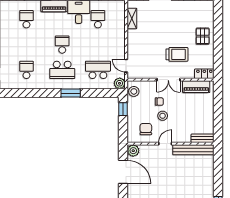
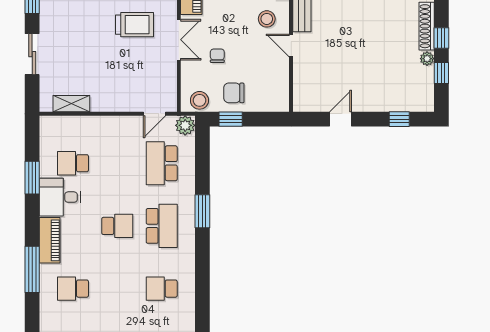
school desk: (62, 45) -> (117, 226), turned 180
trolley: (177, 54) -> (135, 25), turned 90
stool: (163, 116) -> (267, 19), moved
chair: (146, 129) -> (234, 93), moved
plant: (133, 151) -> (303, 101), removed
door: (123, 172) -> (341, 119), width x0.53

